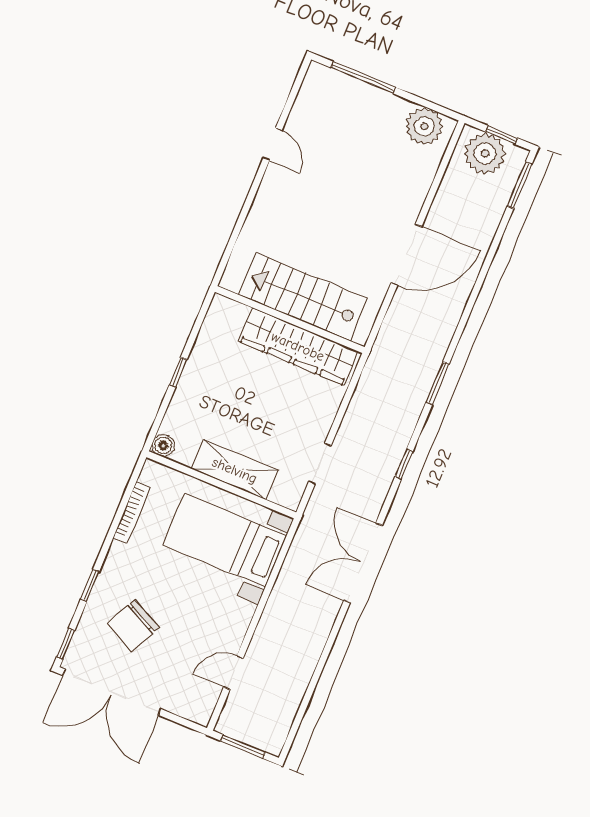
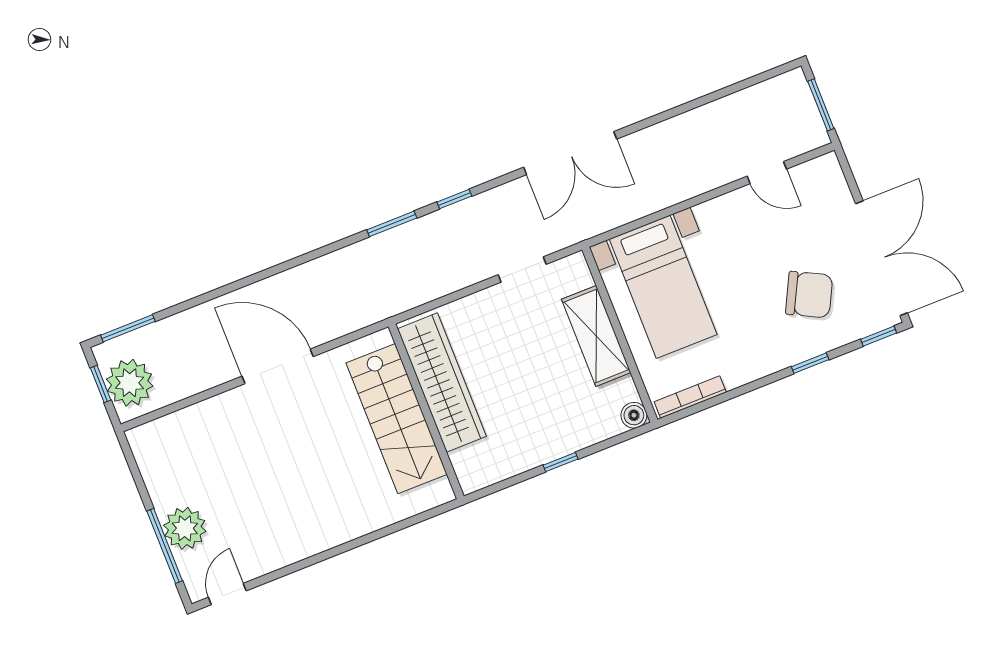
plant: (424, 126) -> (185, 528), moved
door: (273, 144) -> (227, 594), moved
window: (438, 383) -> (392, 224), moved
bookcase: (132, 513) -> (690, 397), moved

